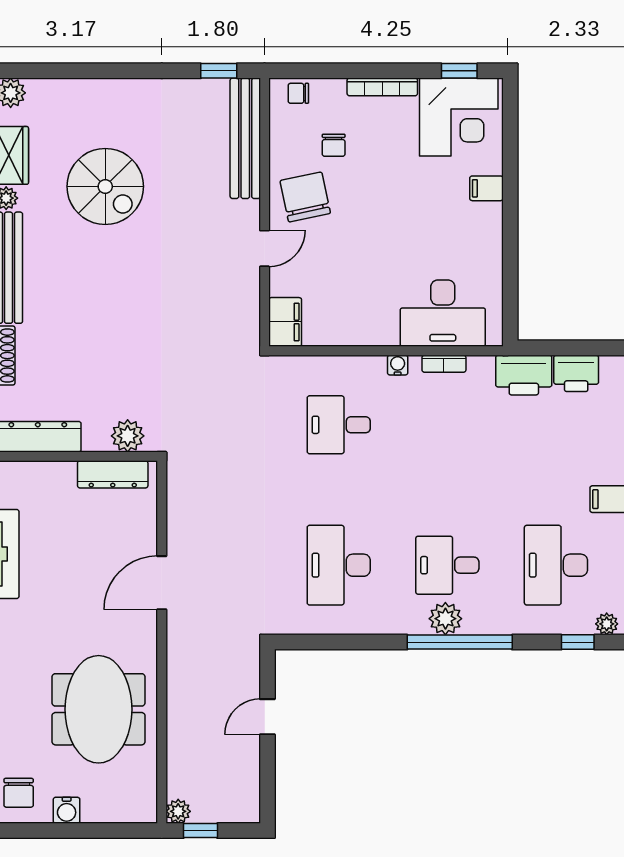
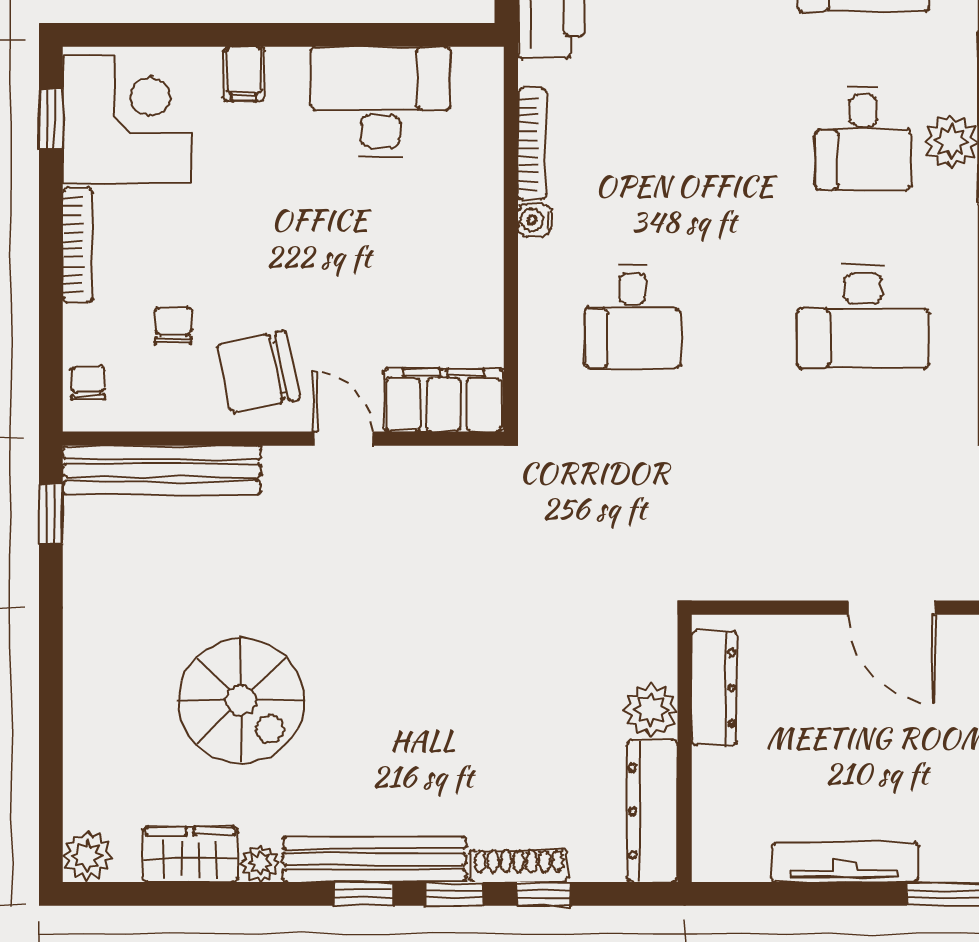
chair: (298, 93) -> (88, 383), turned 180
chair: (334, 145) -> (173, 325), turned -90
spiral stairs: (105, 186) -> (241, 700), turned 90
desk: (443, 313) -> (381, 101), moved, turned -90
filing cabinet: (285, 322) -> (444, 400), width x1.50, depth x1.17
bookcase: (444, 364) -> (532, 144), width x1.56
plant: (128, 436) -> (651, 710), moved

